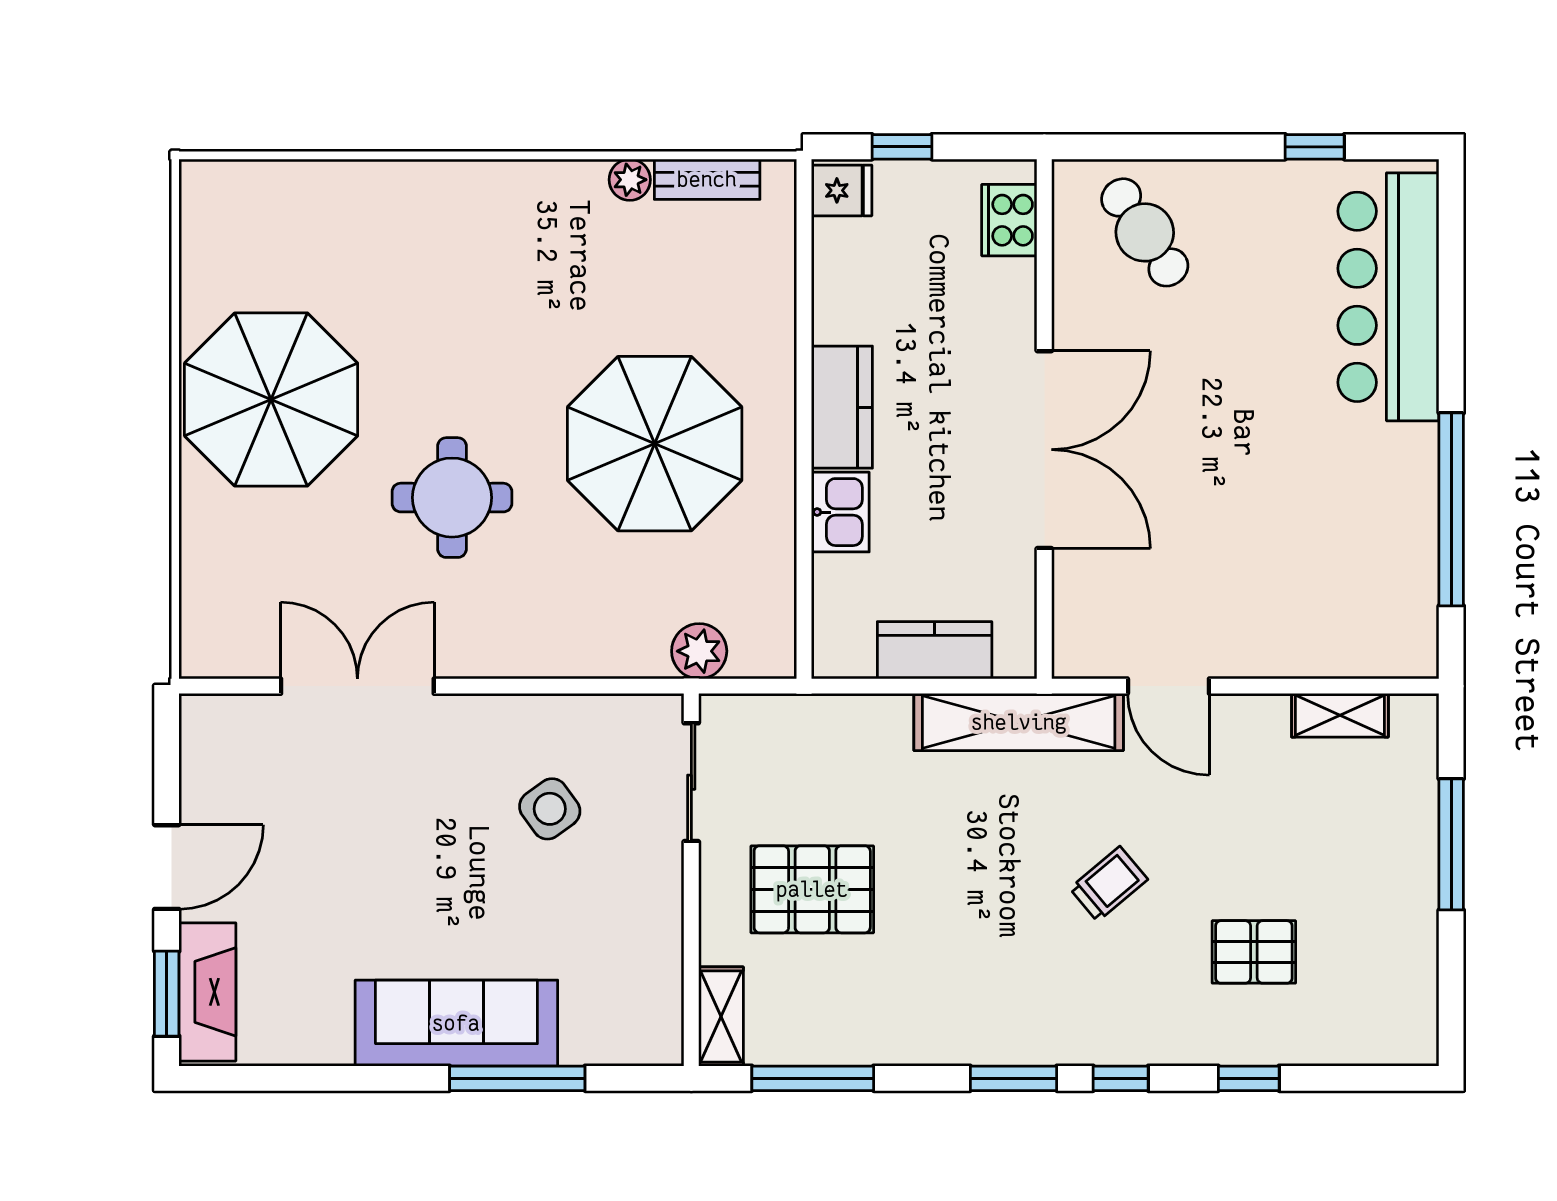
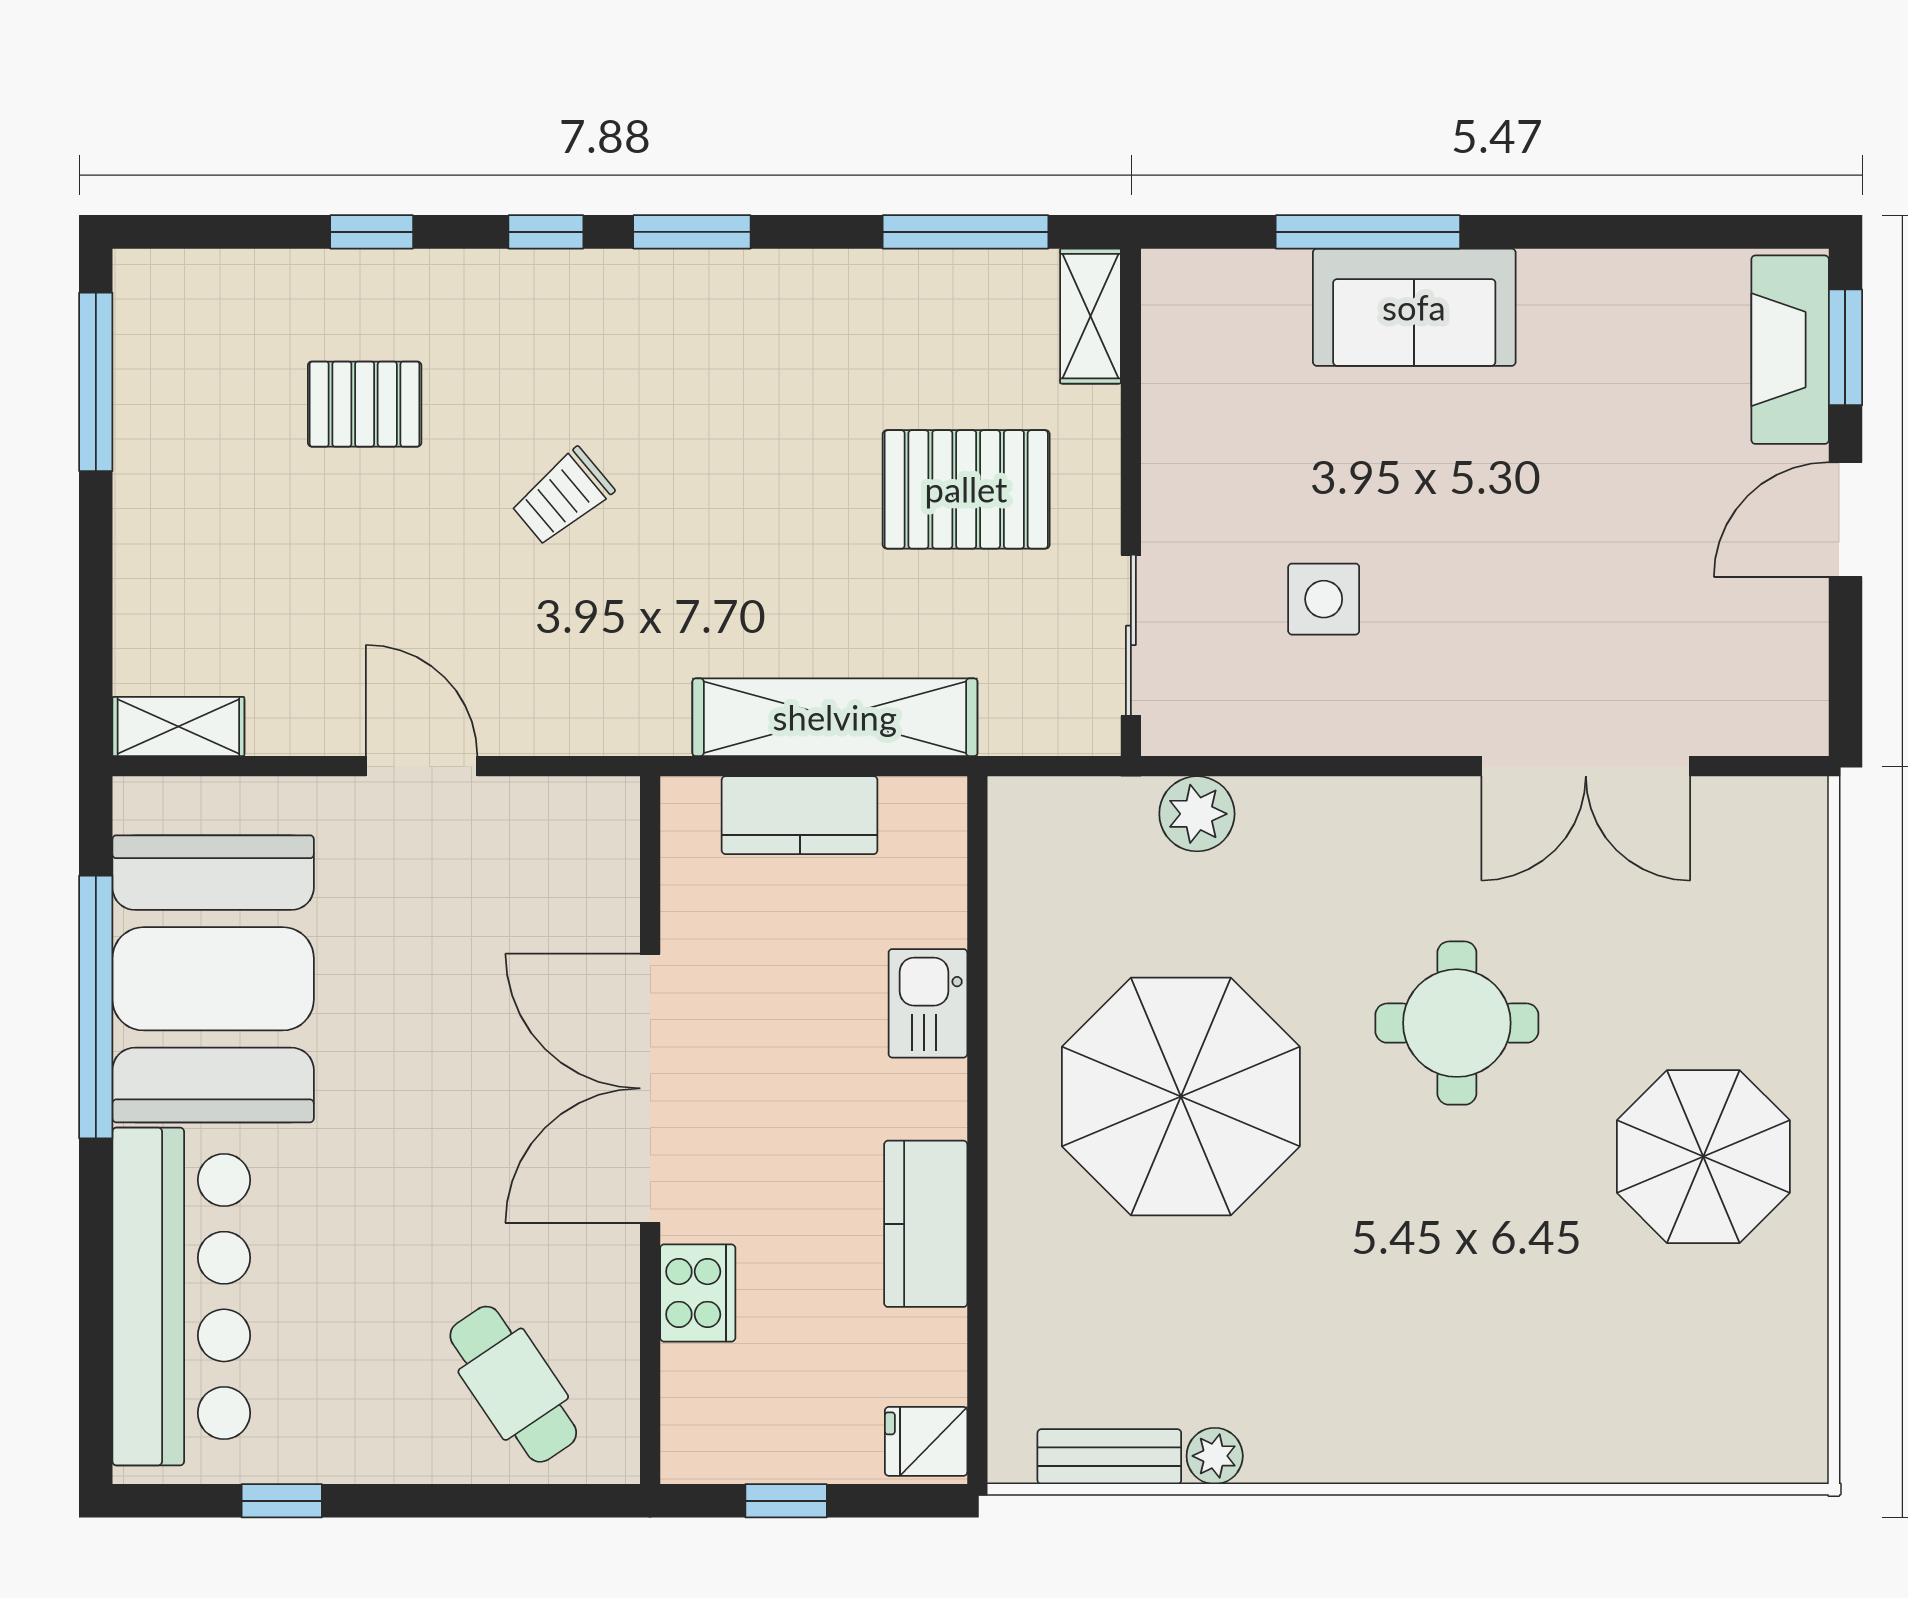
window: (902, 147) -> (786, 1501), moved
cooker: (1009, 220) -> (698, 1293), moved
parasol: (271, 400) -> (1703, 1157), width x0.73, depth x0.73
kitchen counter: (842, 407) -> (926, 1224), moved
booth: (1365, 530) -> (213, 979), added
plant: (699, 651) -> (1197, 814), moved
door: (1168, 686) -> (422, 766), moved
shelving: (1340, 715) -> (178, 726), moved
shelving: (1019, 722) -> (835, 717), moved
side table: (550, 809) -> (1324, 599), turned 36
window: (1451, 844) -> (96, 382), moved
sofa: (456, 1023) -> (1414, 307), width x0.73

